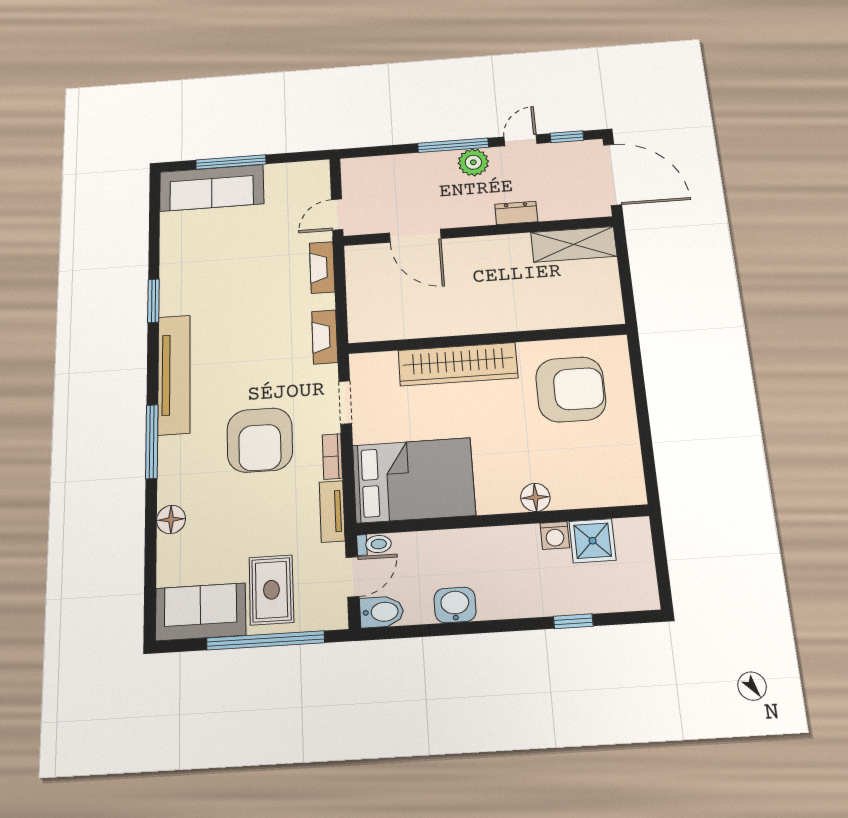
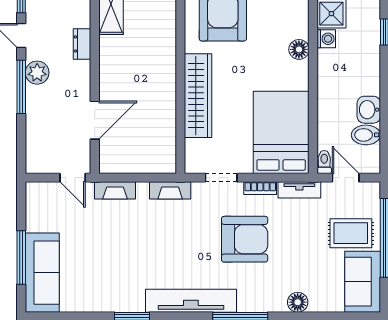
bidet: (382, 612) -> (366, 135), moved, turned -90

